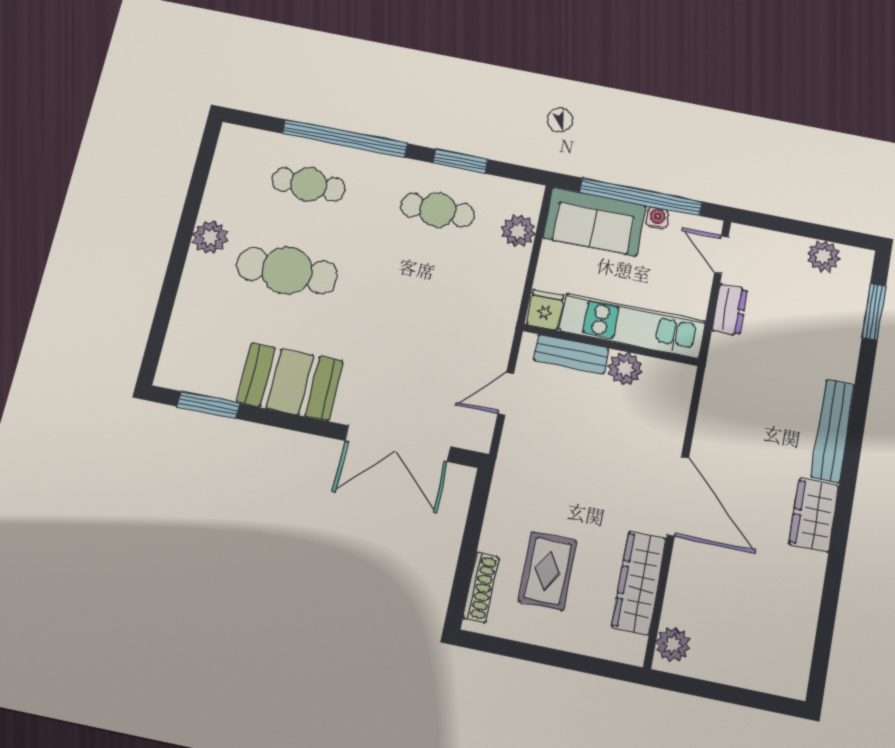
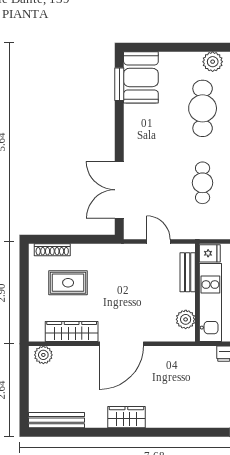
cafe table: (418, 297) -> (203, 183), added
plant: (625, 369) -> (186, 319), moved
booth: (290, 382) -> (141, 77), moved
bench: (833, 431) -> (56, 420), moved

